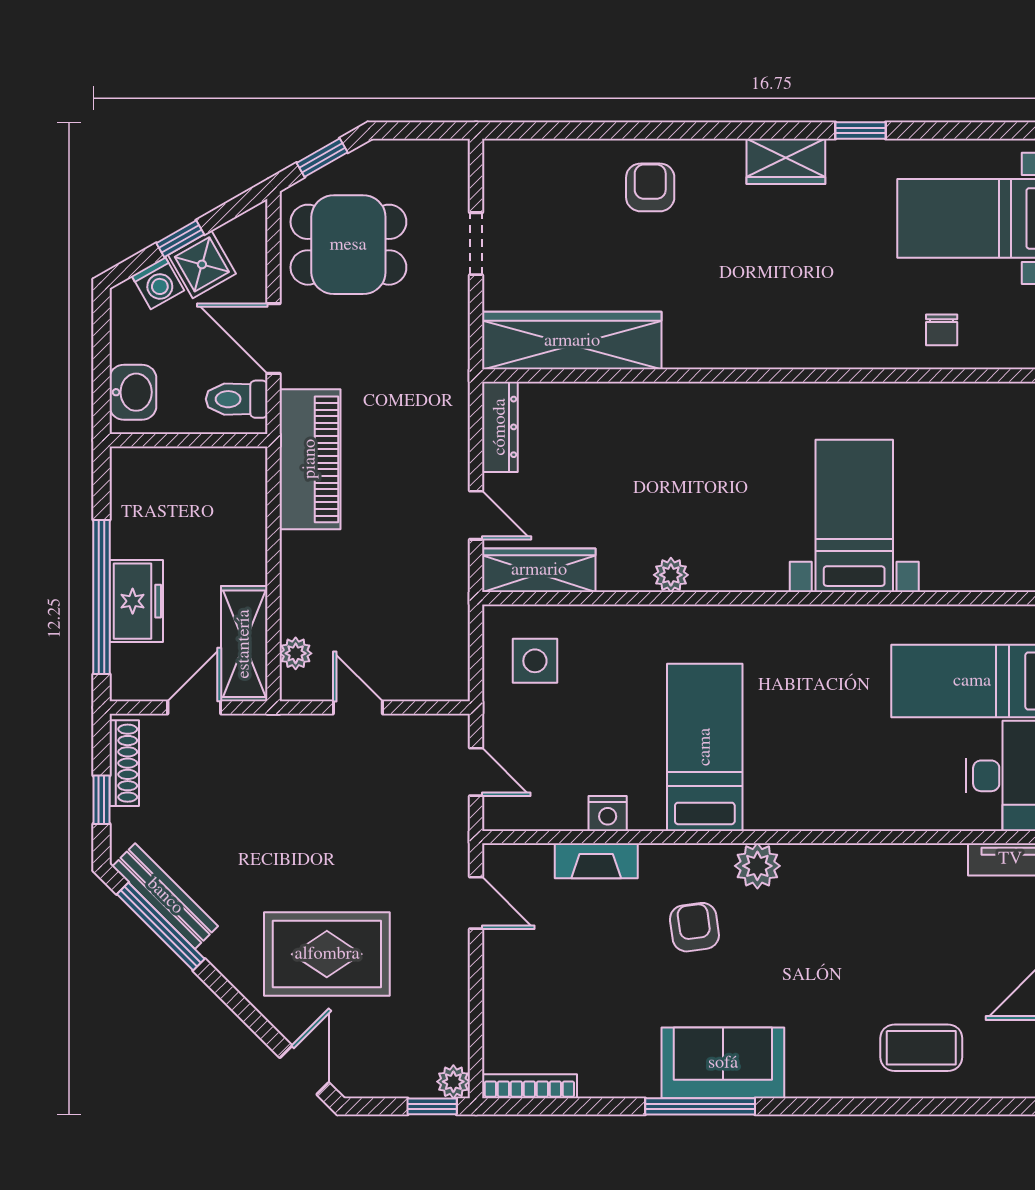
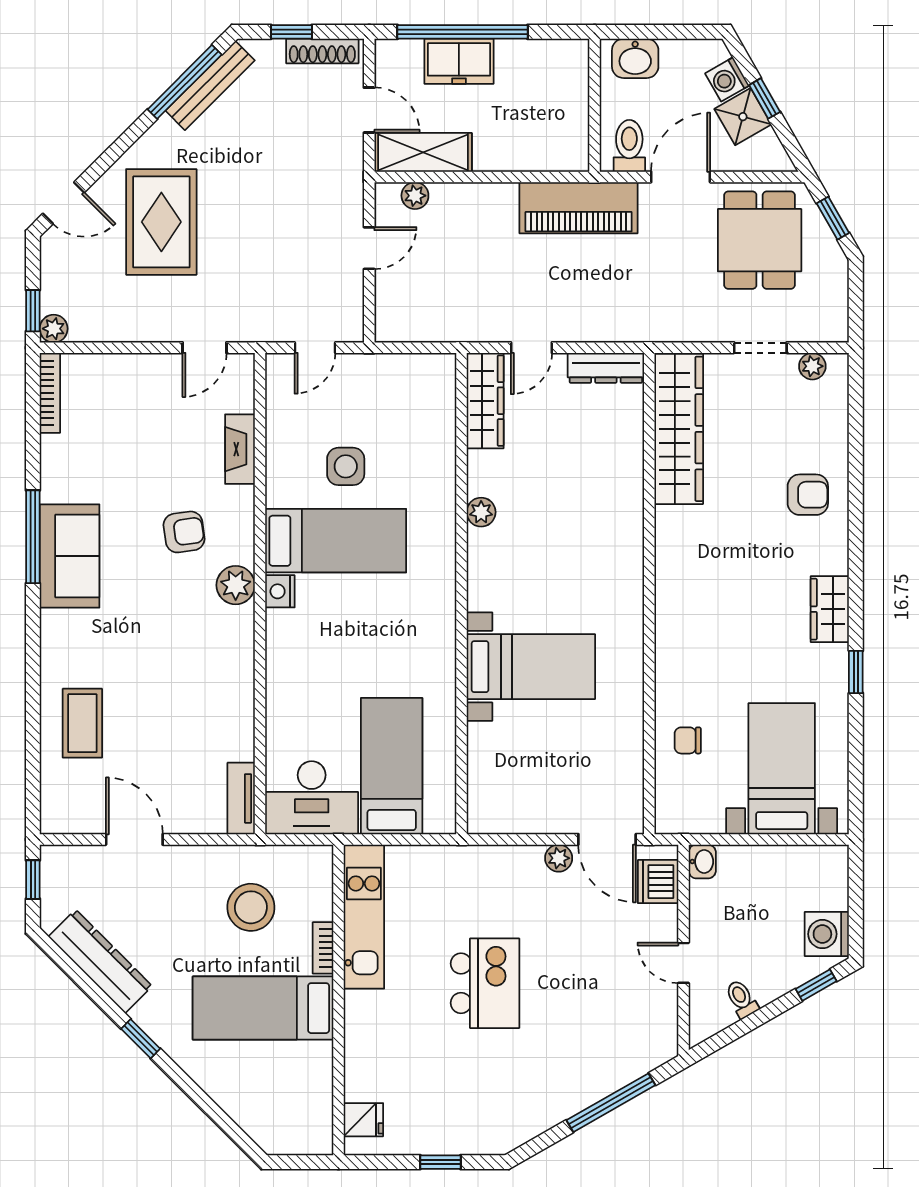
plant: (498, 182) -> (812, 366), added
side table: (535, 661) -> (346, 466), moved
nightstand: (608, 813) -> (280, 591), moved

